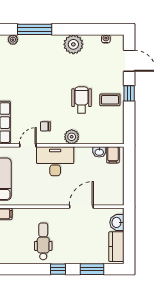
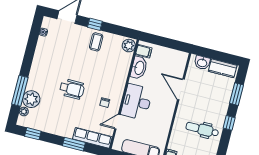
plant: (73, 44) -> (31, 99), moved
wheelchair: (82, 100) -> (72, 89), moved, turned 180
plant: (72, 137) -> (129, 46), moved
door: (28, 145) -> (117, 122), hinge flipped
washbasin: (99, 152) -> (139, 68), width x1.91, depth x1.45

